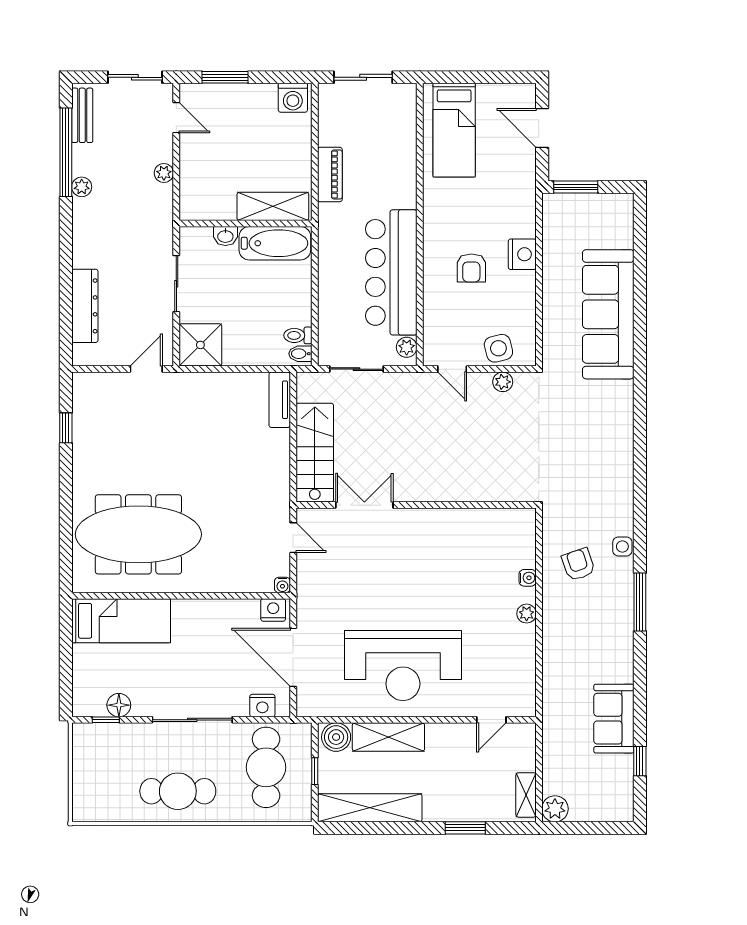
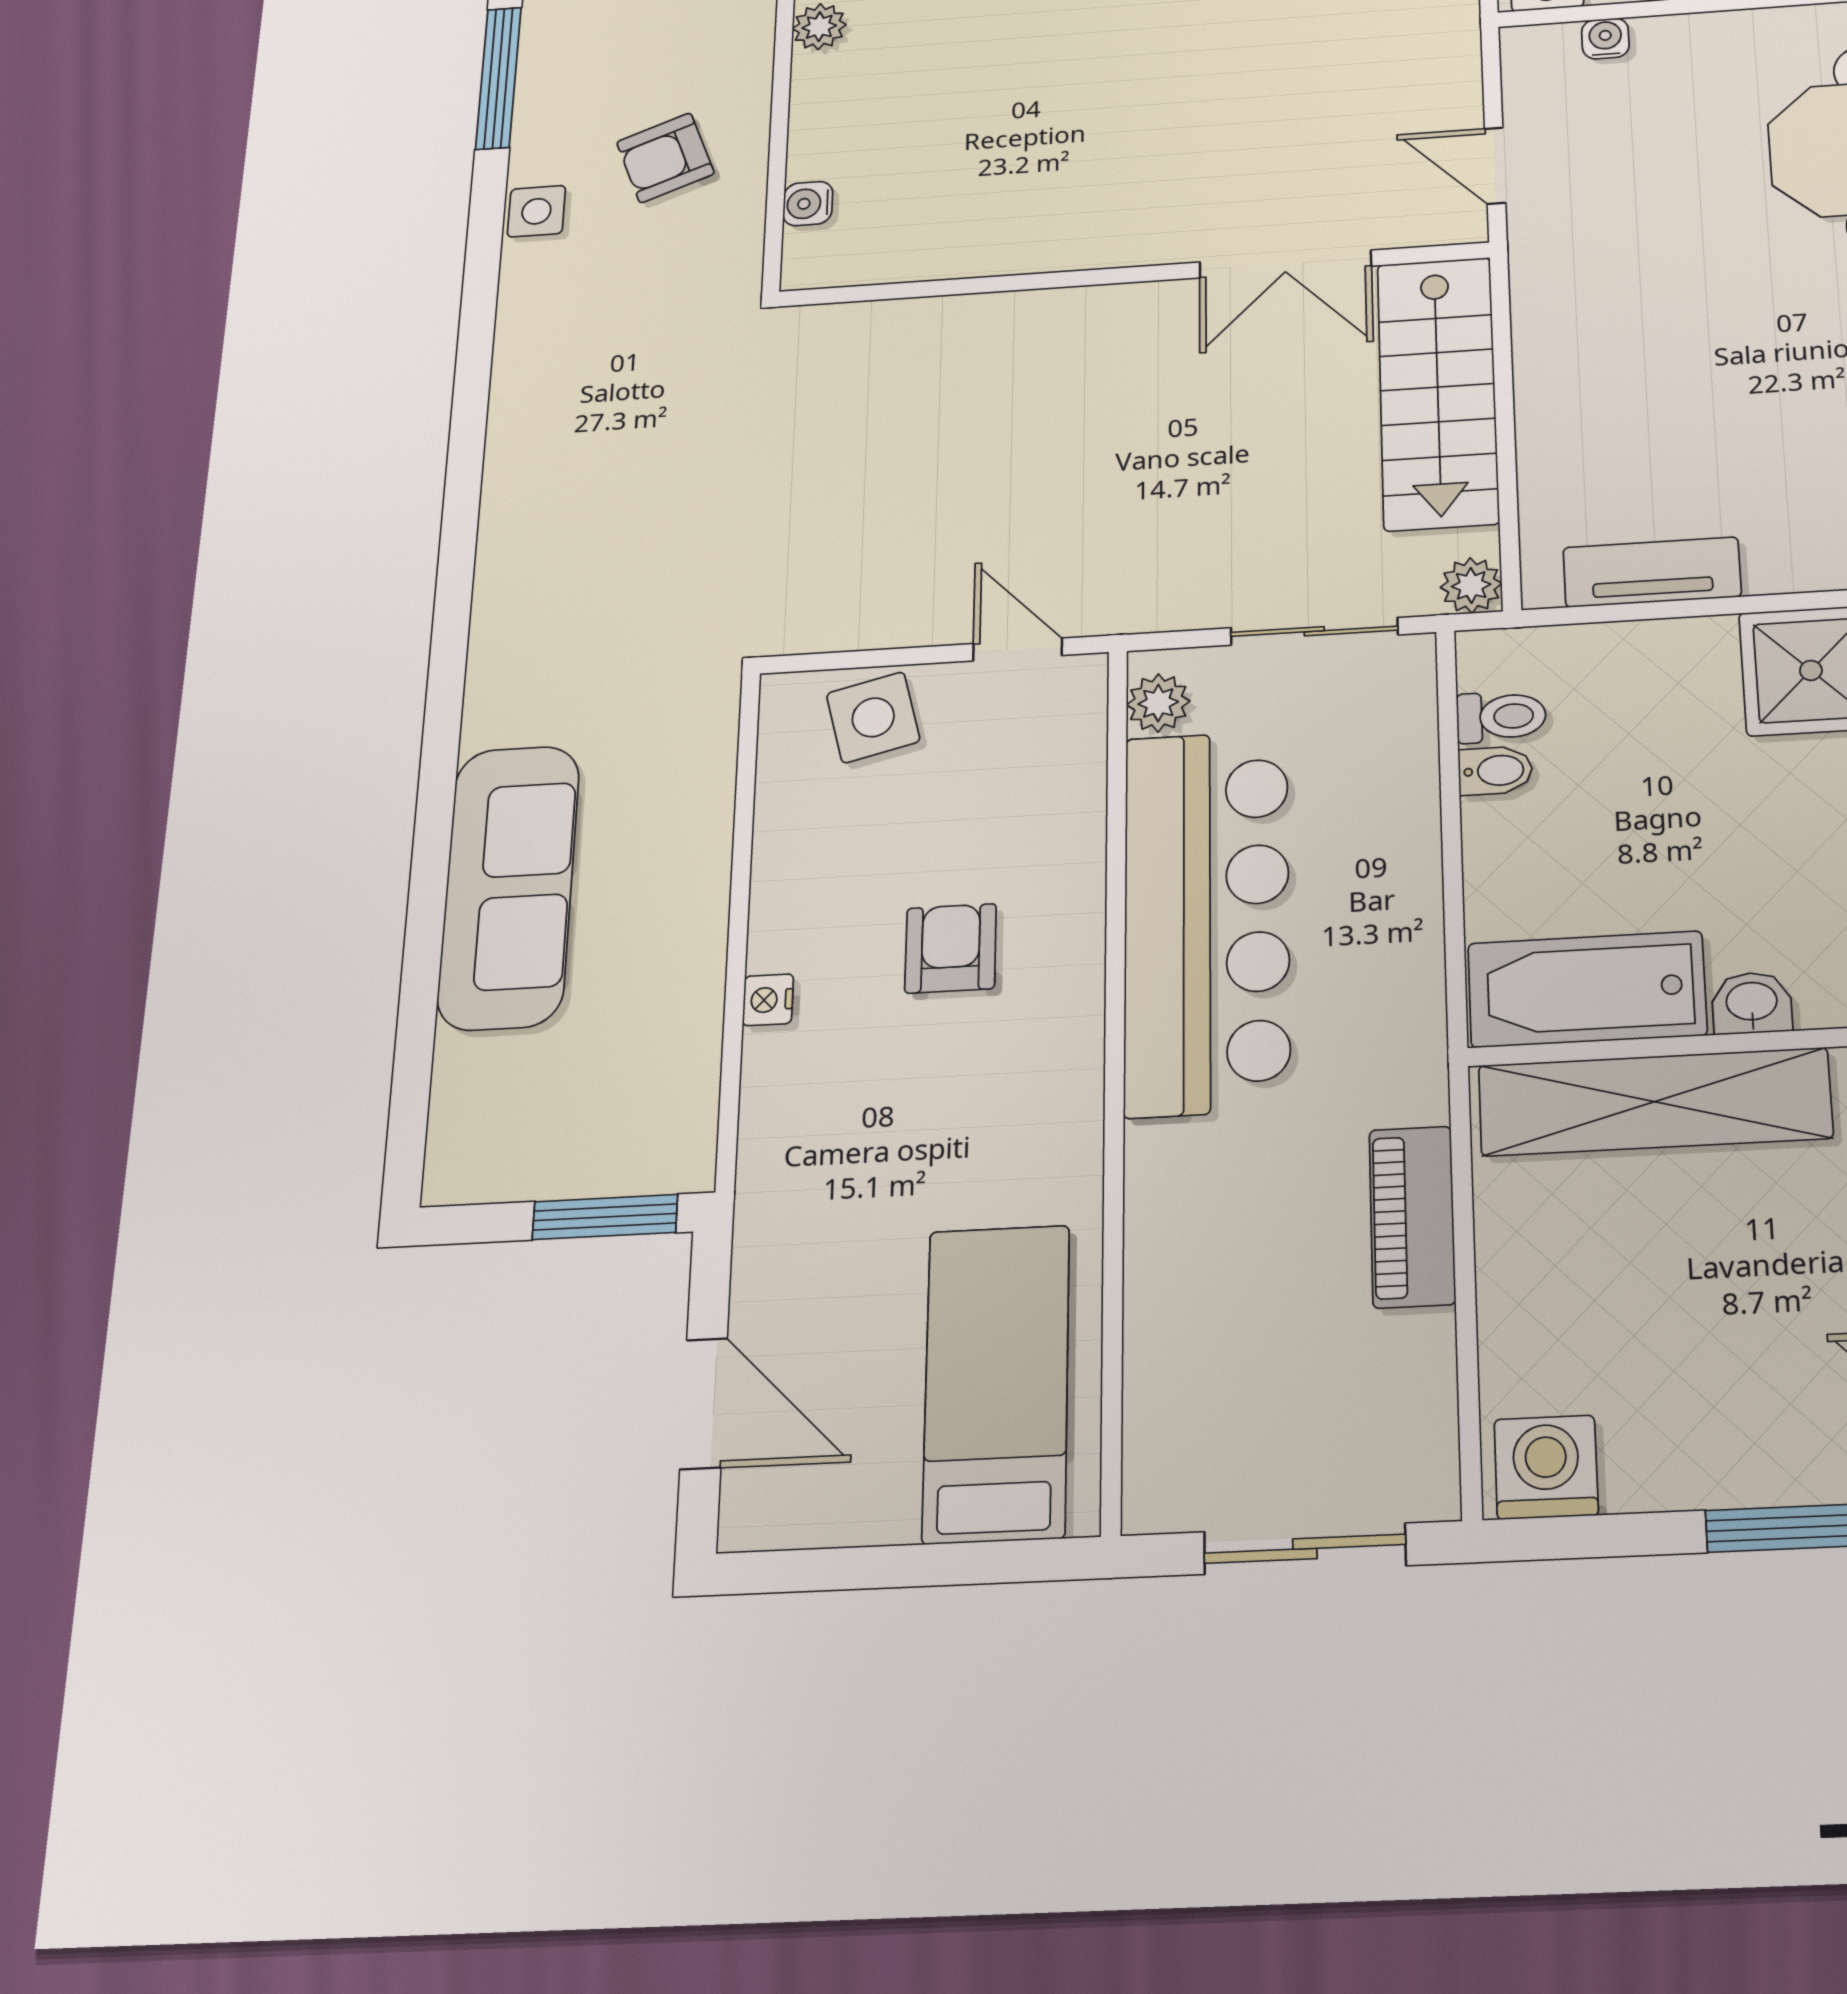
shelving: (273, 206) -> (1655, 1102), width x1.47
nightstand: (522, 254) -> (768, 1000), width x0.53, depth x0.56
sofa: (608, 314) -> (509, 887), width x0.74, depth x0.79
bidet: (300, 354) -> (1495, 771), moved
plant: (503, 382) -> (1471, 585), moved
tv unit: (280, 400) -> (1652, 572), moved, turned -90
armchair: (578, 564) -> (665, 158), turned 88
water cooler: (528, 578) -> (808, 204), moved
water cooler: (282, 585) -> (1605, 39), moved

